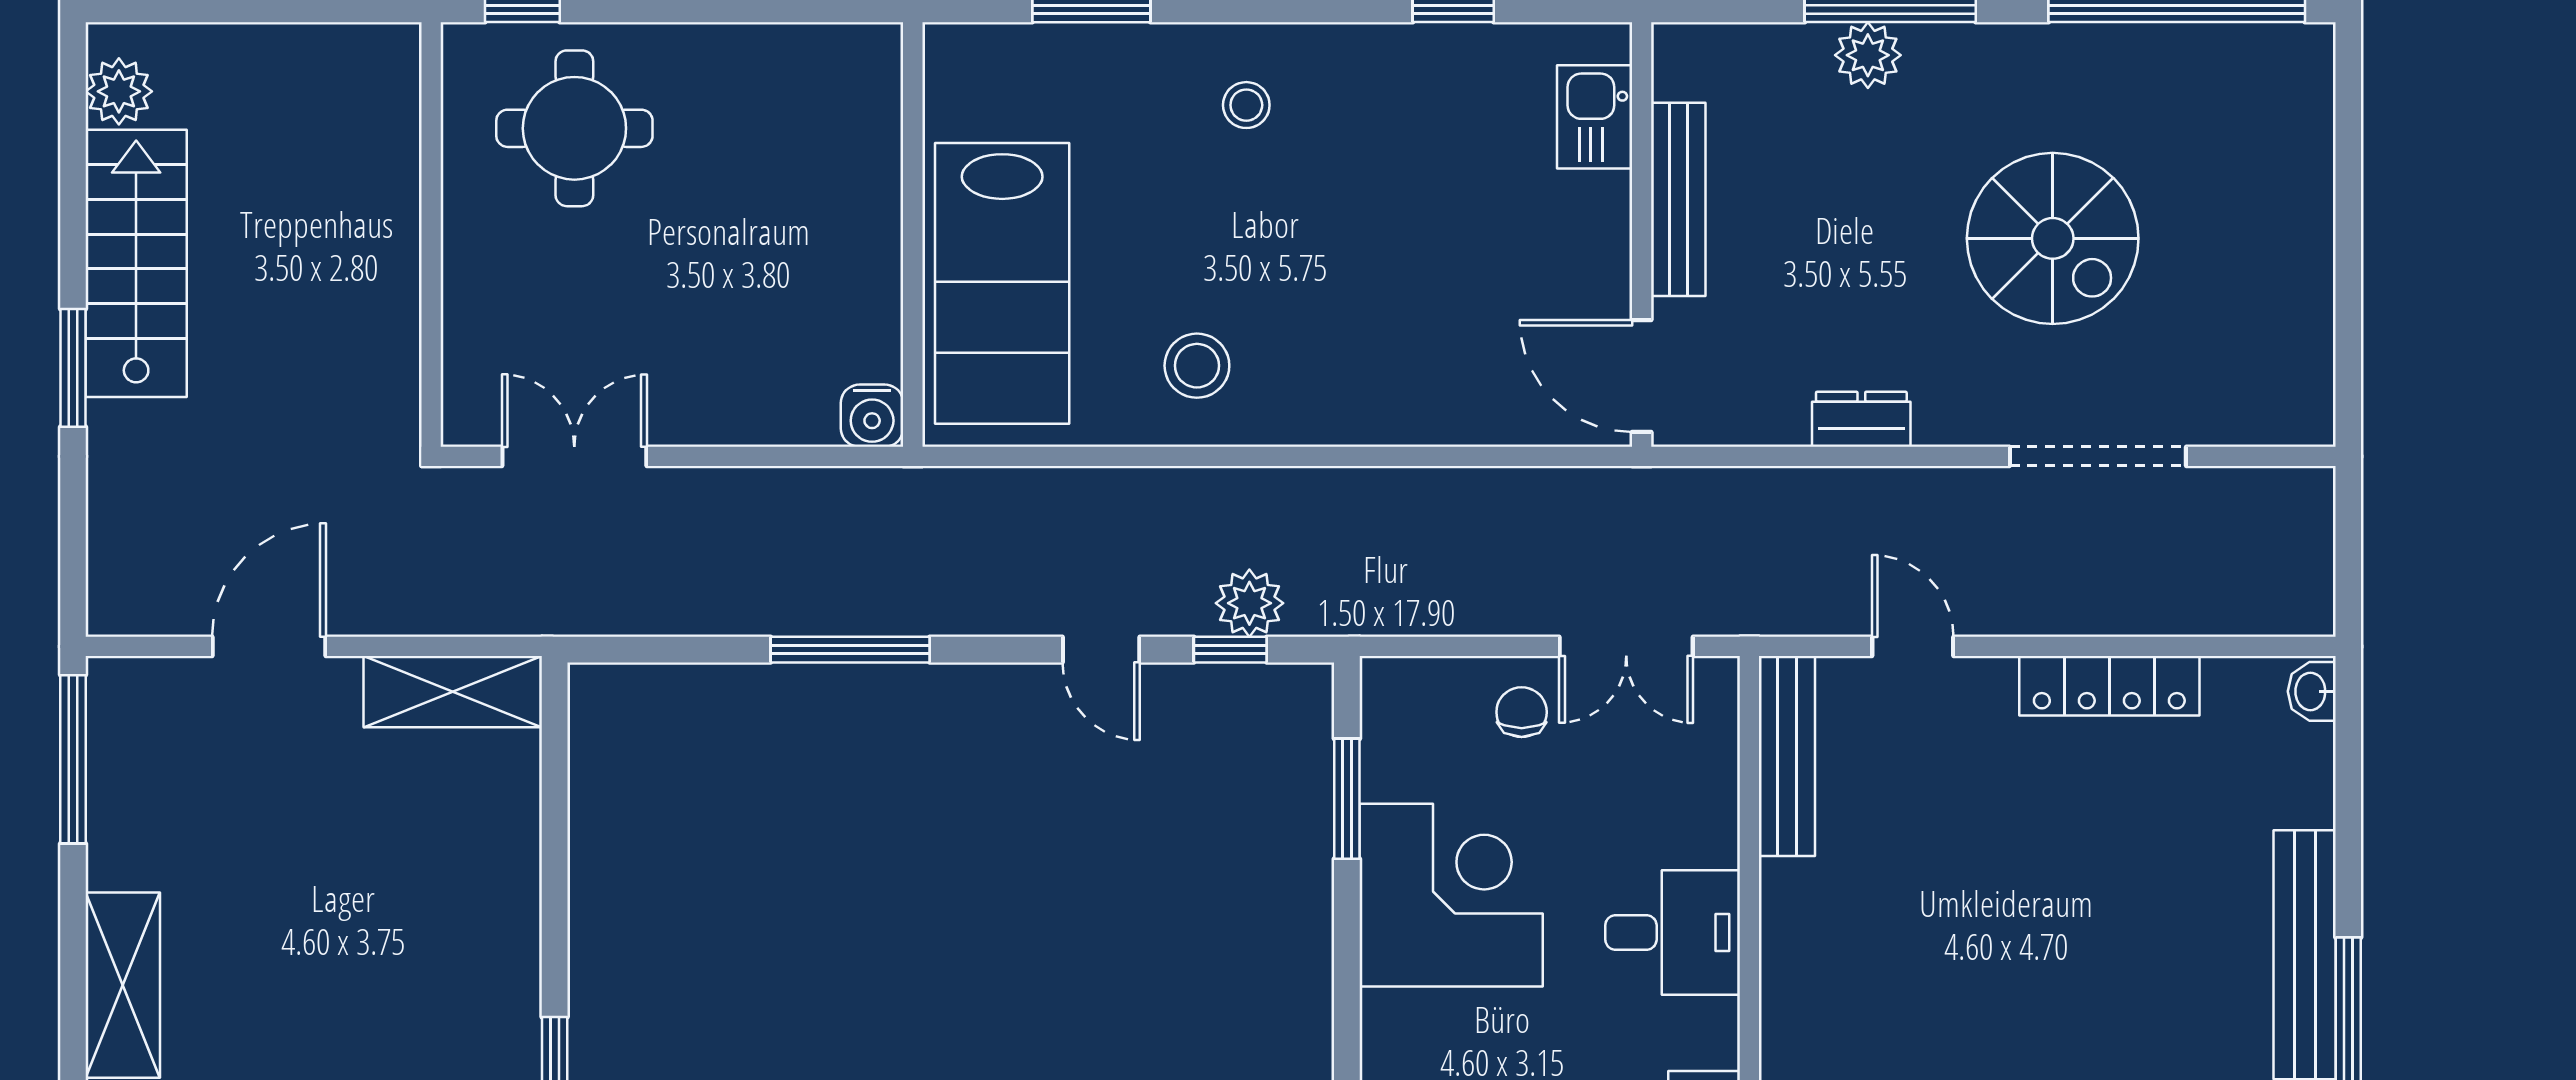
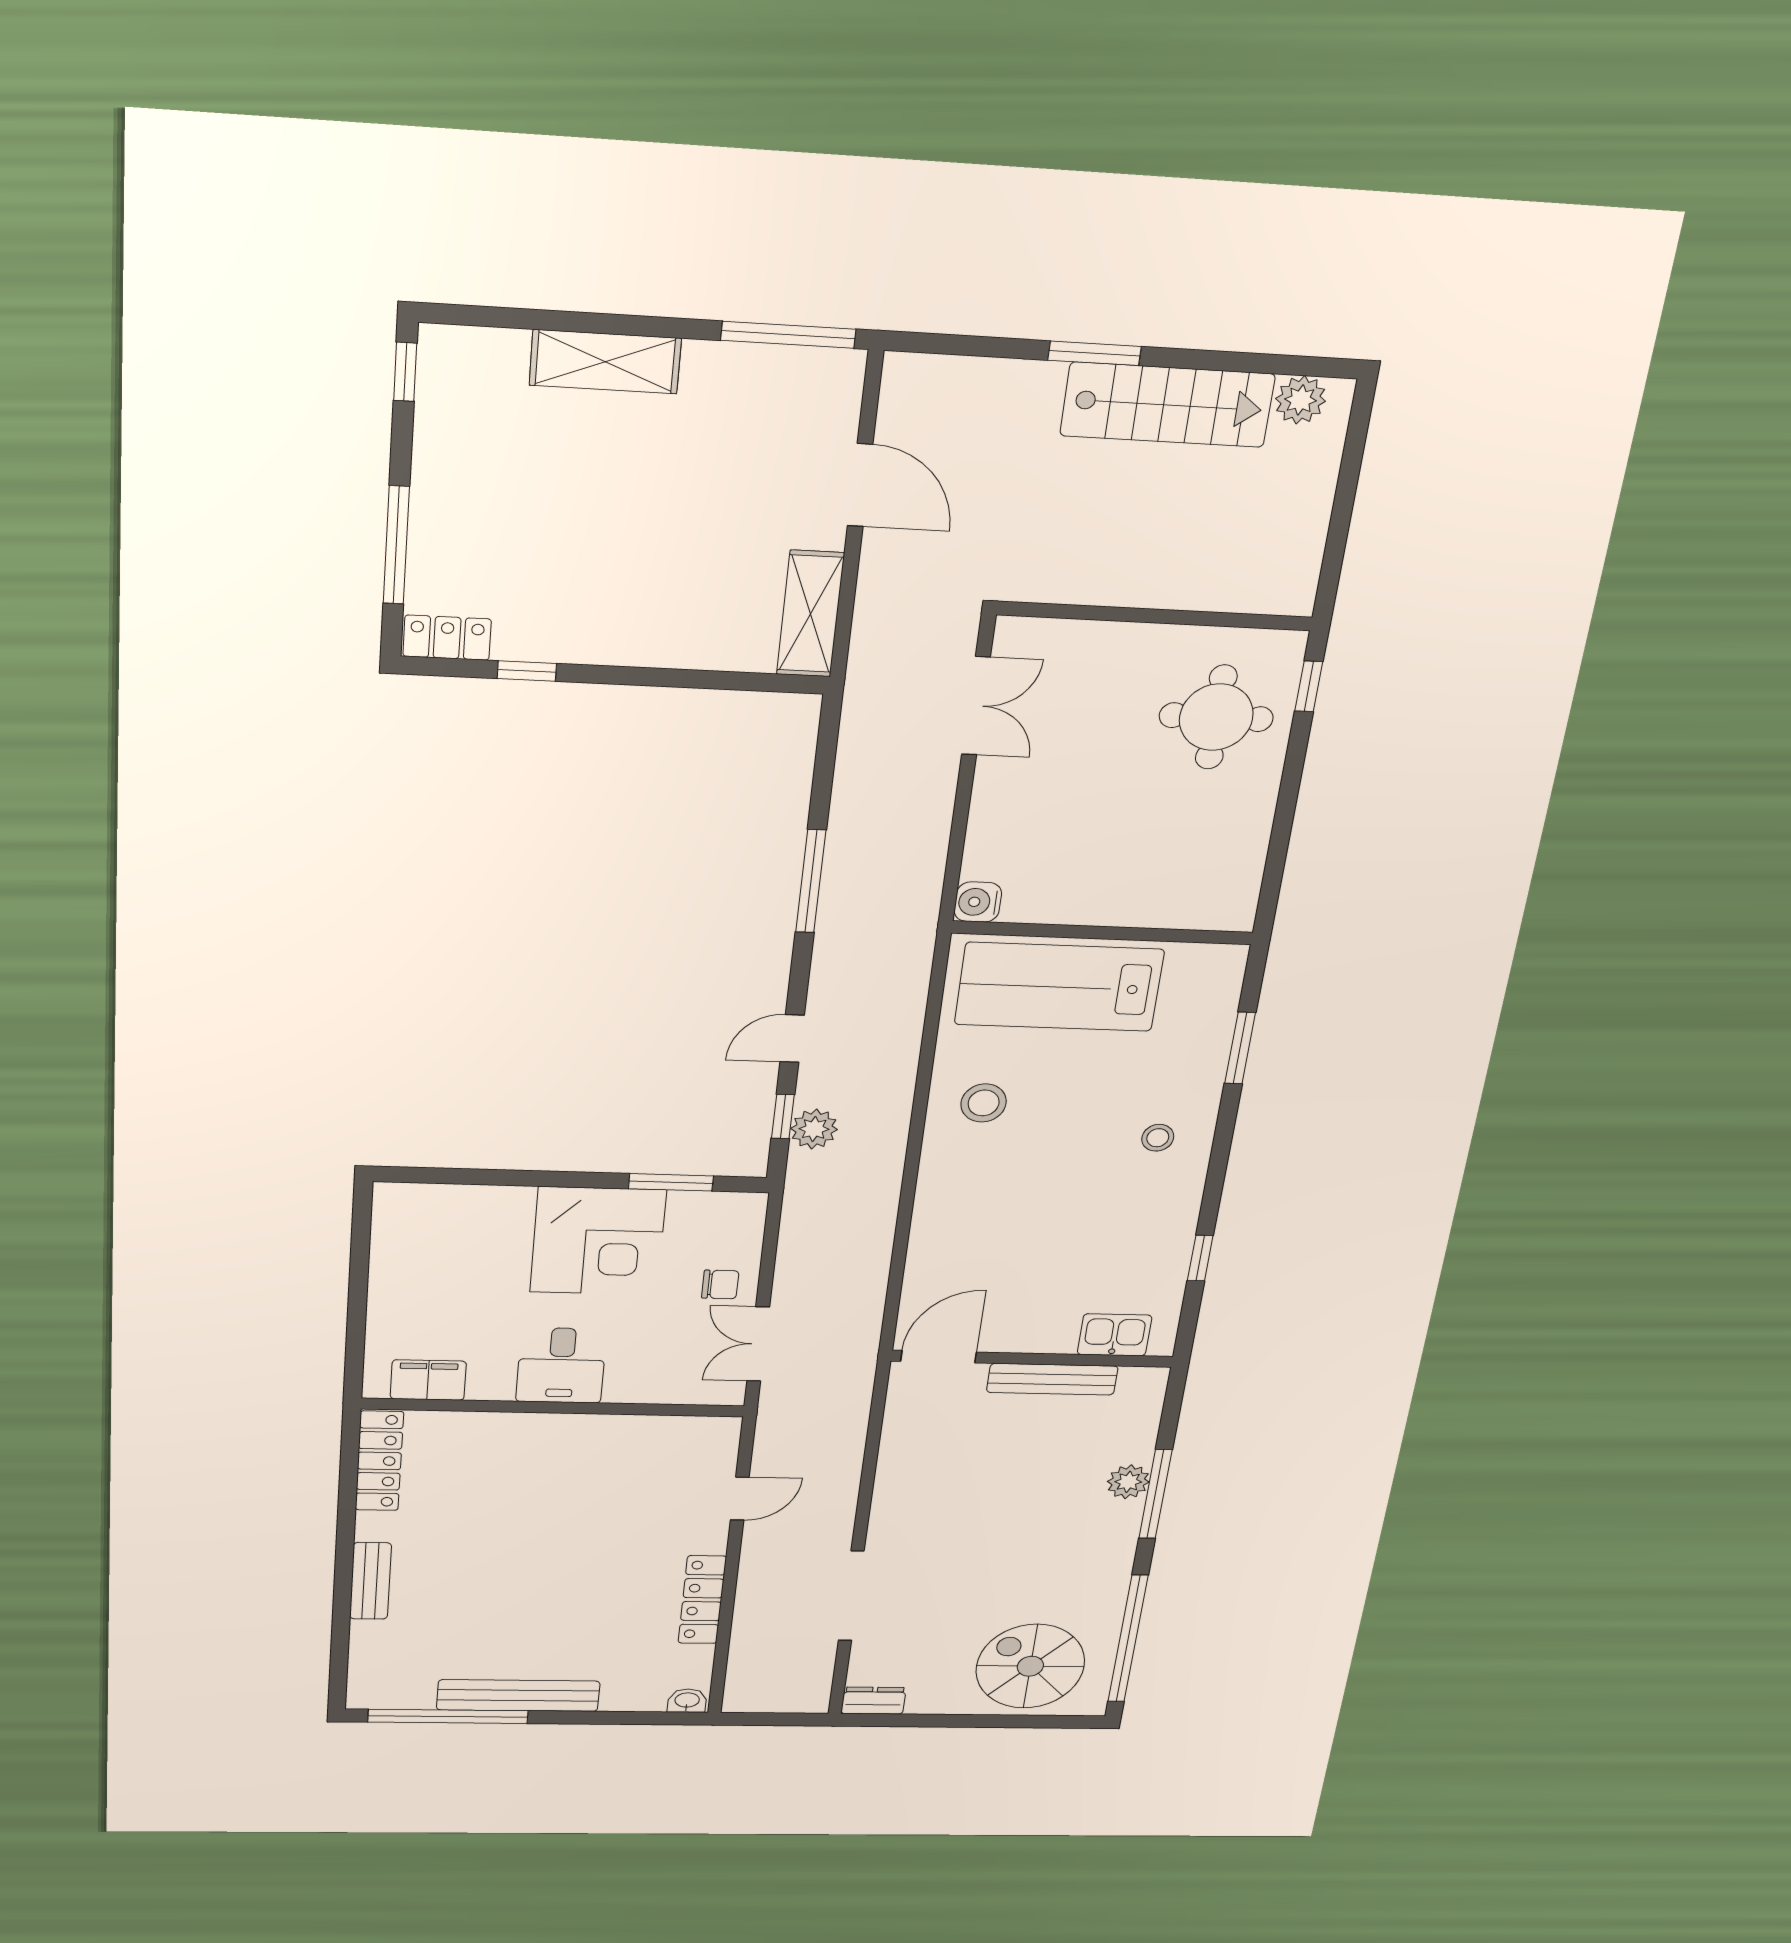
spiral stairs: (2053, 238) -> (1030, 1666), moved, turned 90
dresser: (1861, 419) -> (874, 1701), moved, turned -90
bench: (1787, 756) -> (674, 1430), removed

